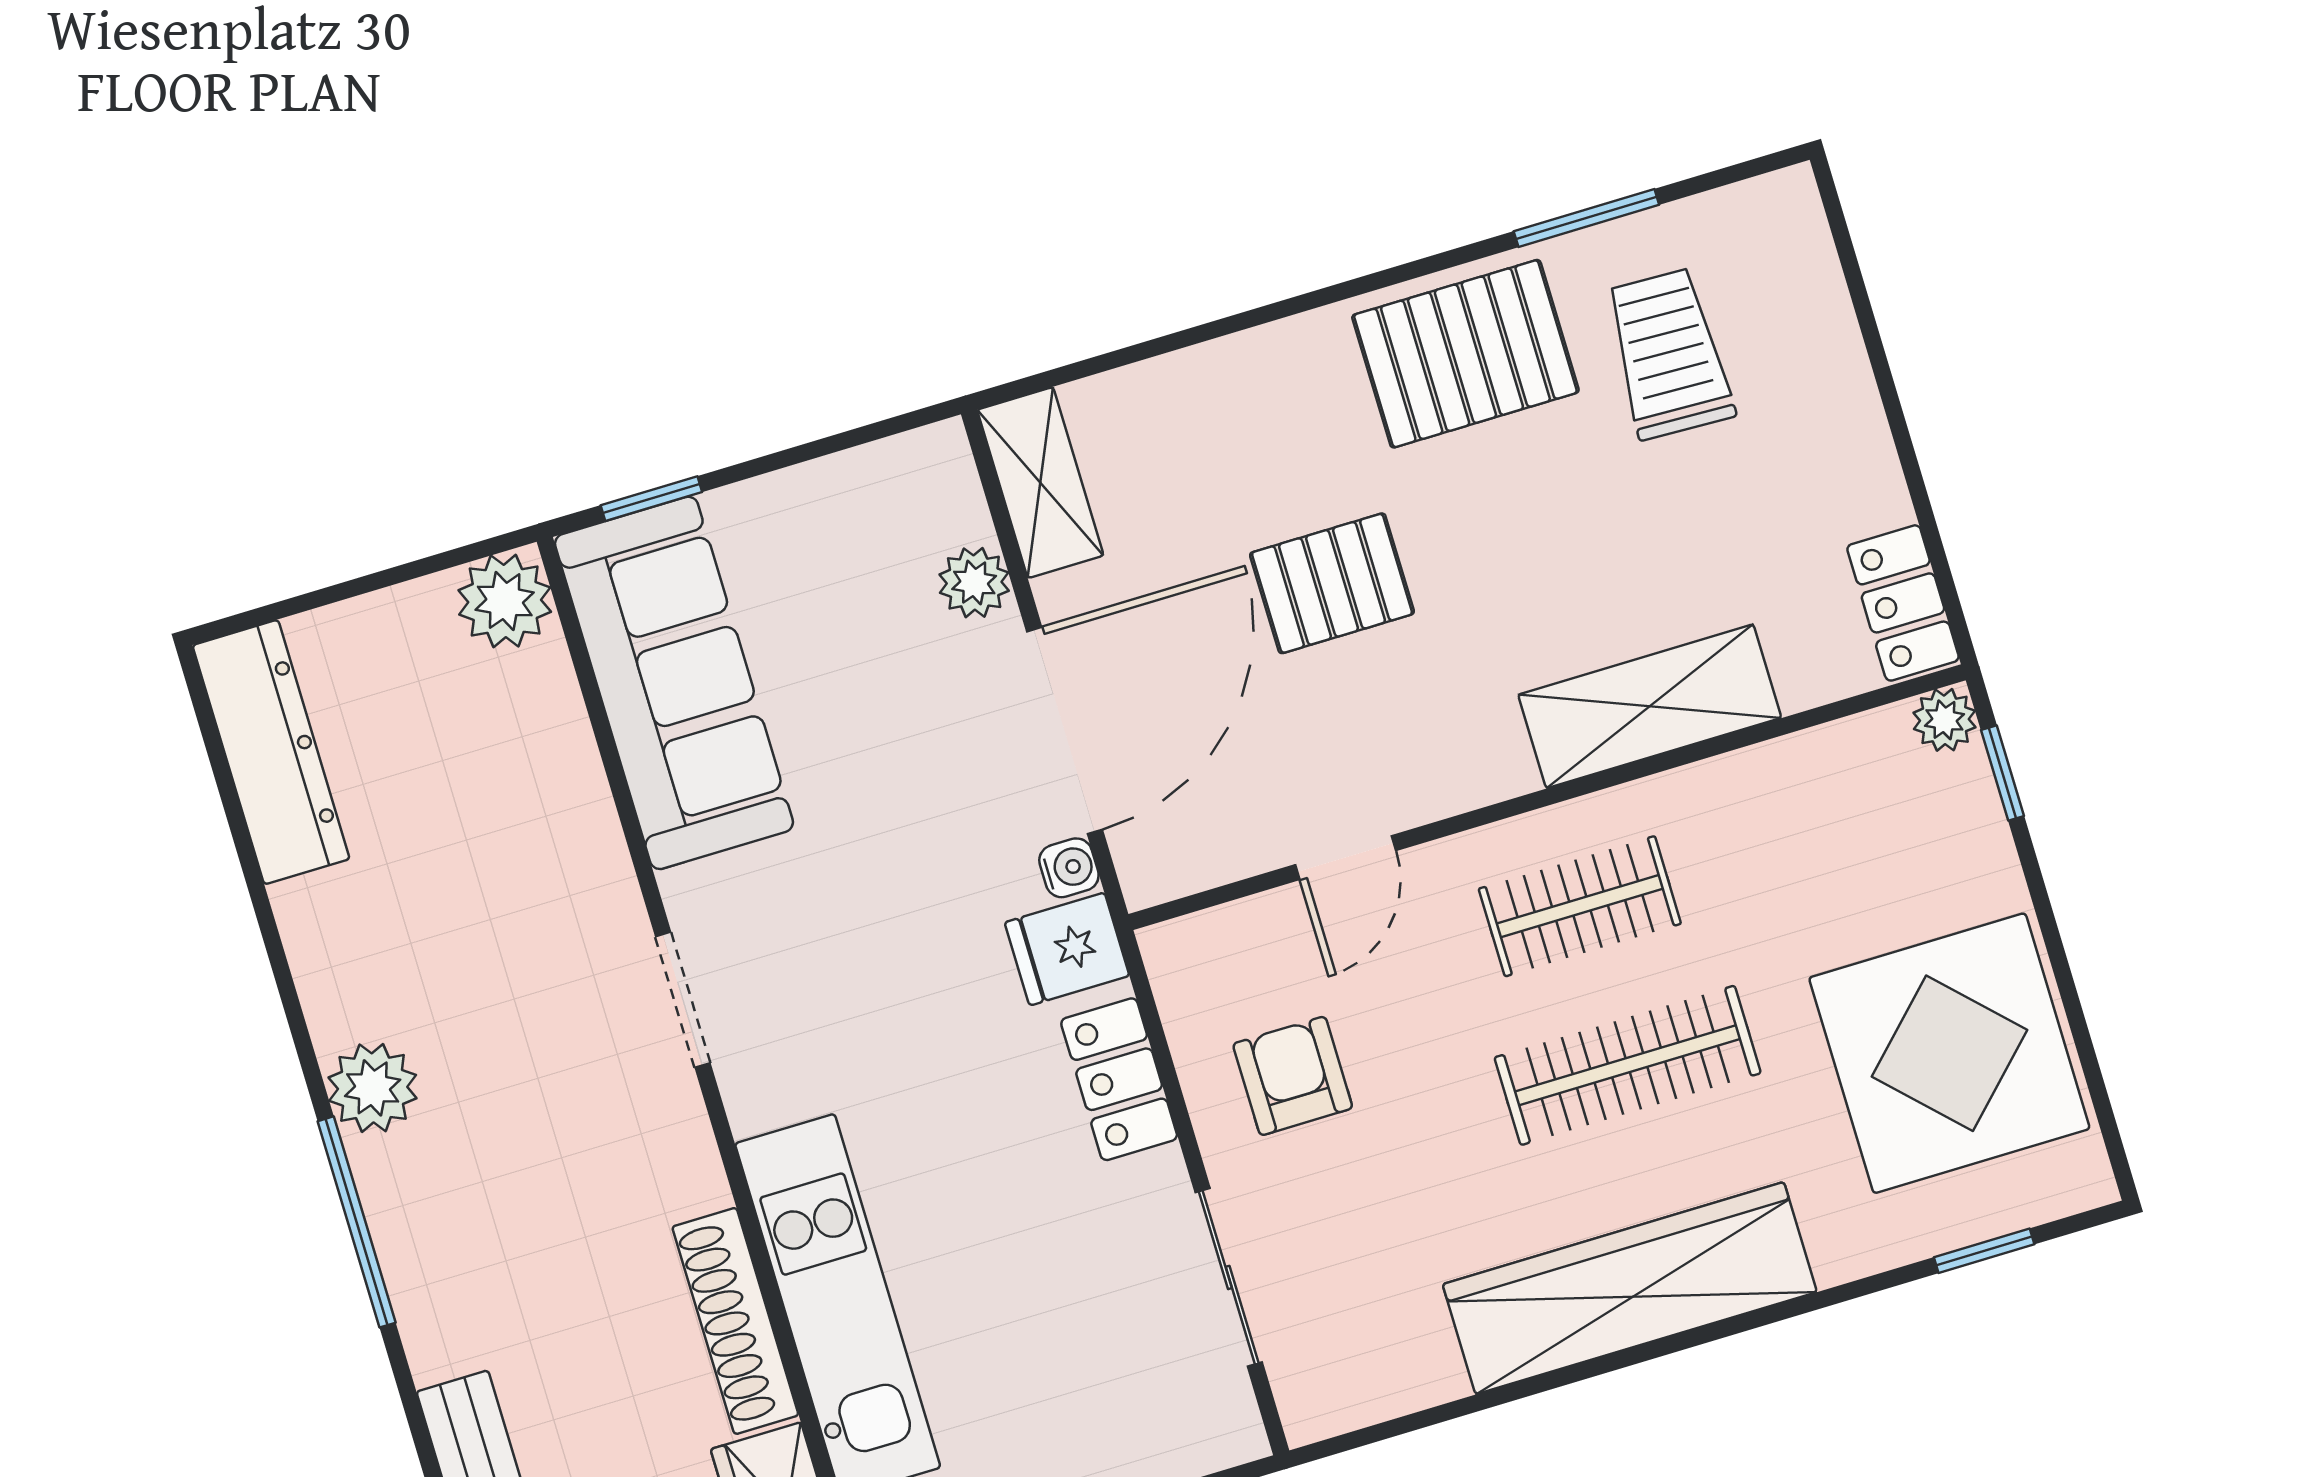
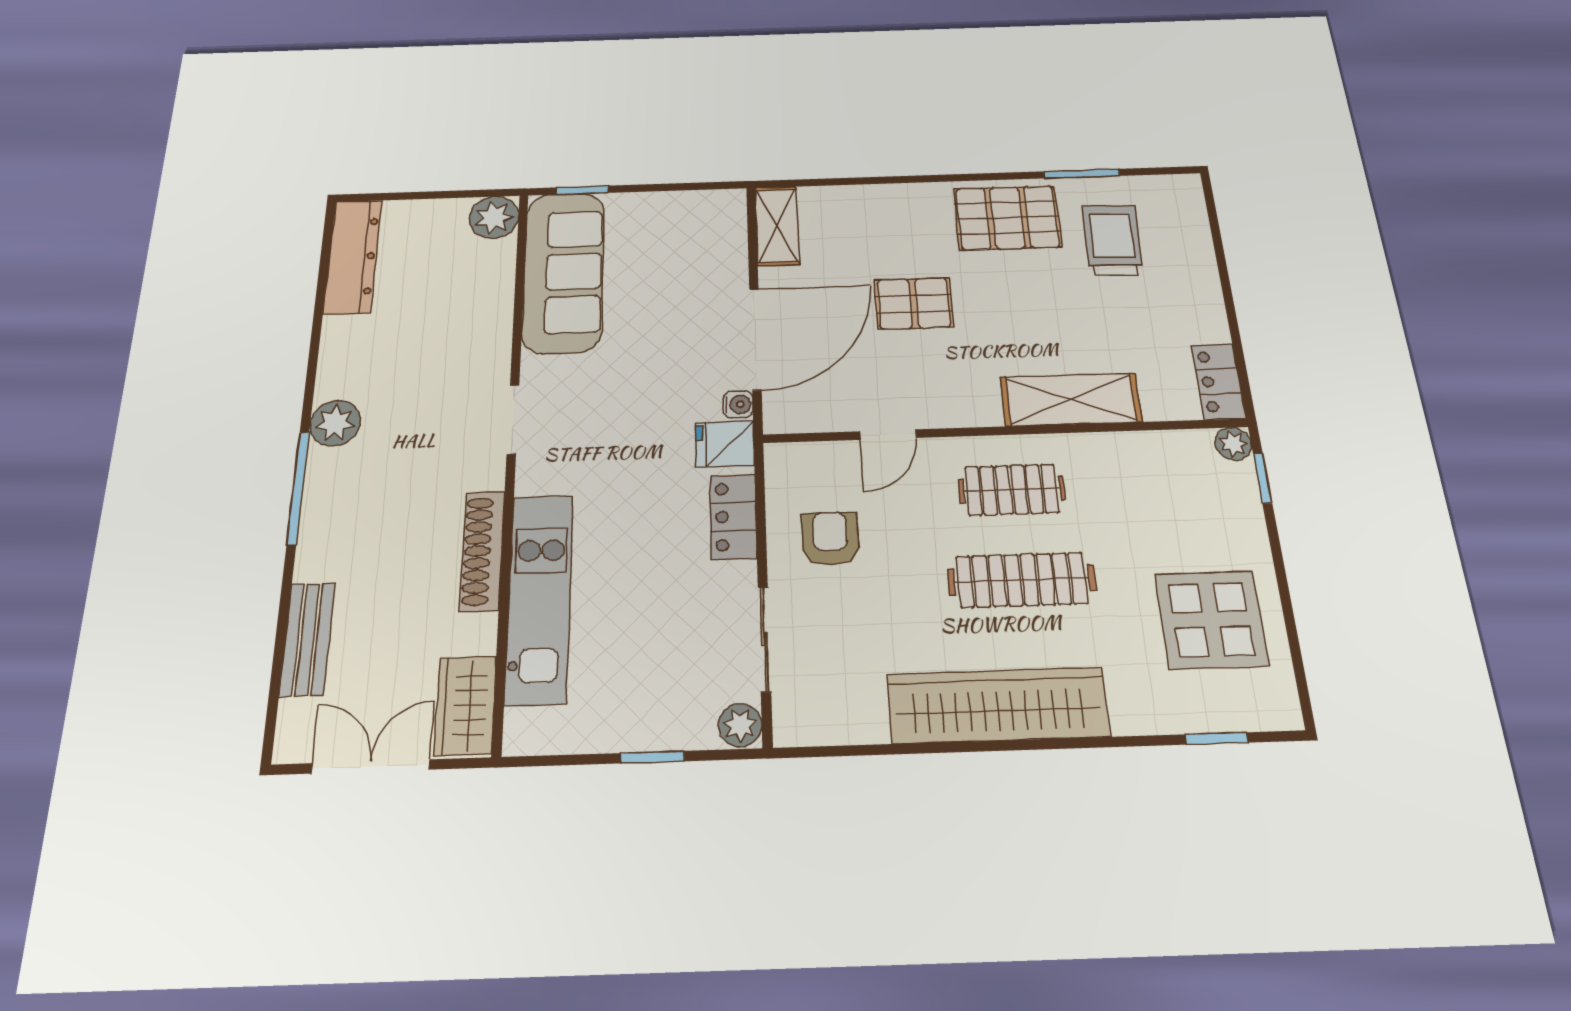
plant: (974, 583) -> (740, 725), moved
display table: (1949, 1053) -> (1211, 620), width x0.73, depth x0.73
shoe rack: (735, 1321) -> (482, 551), moved

